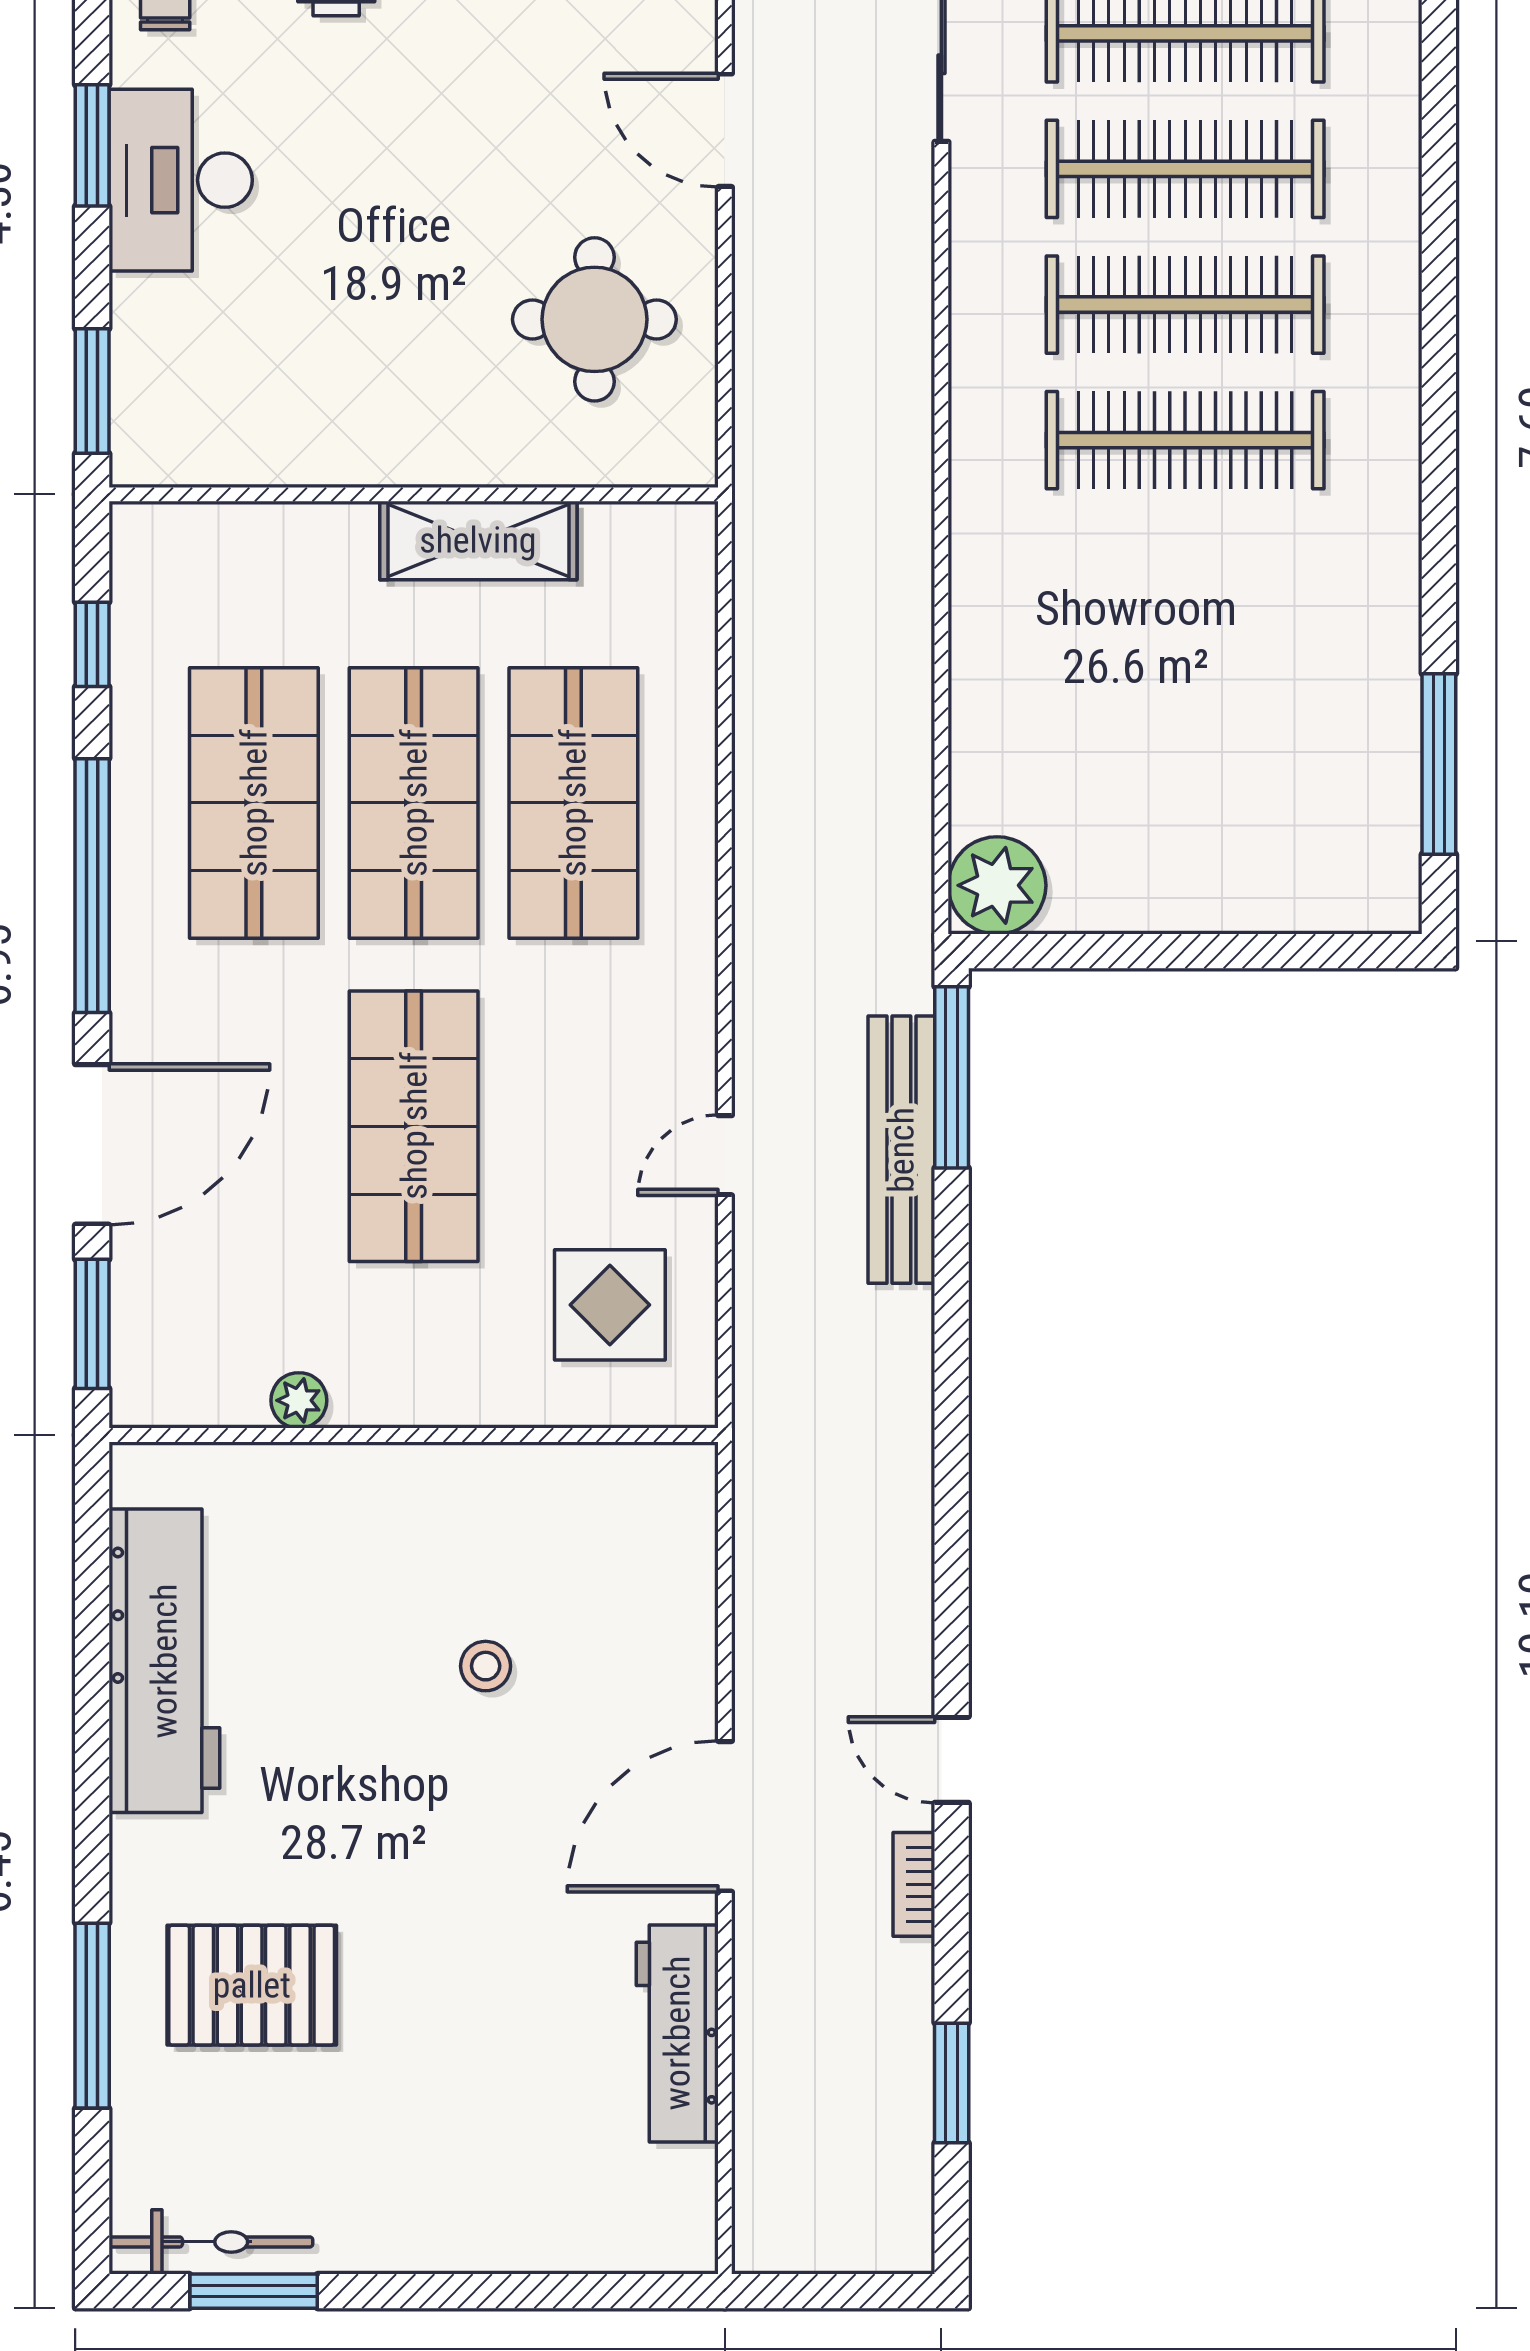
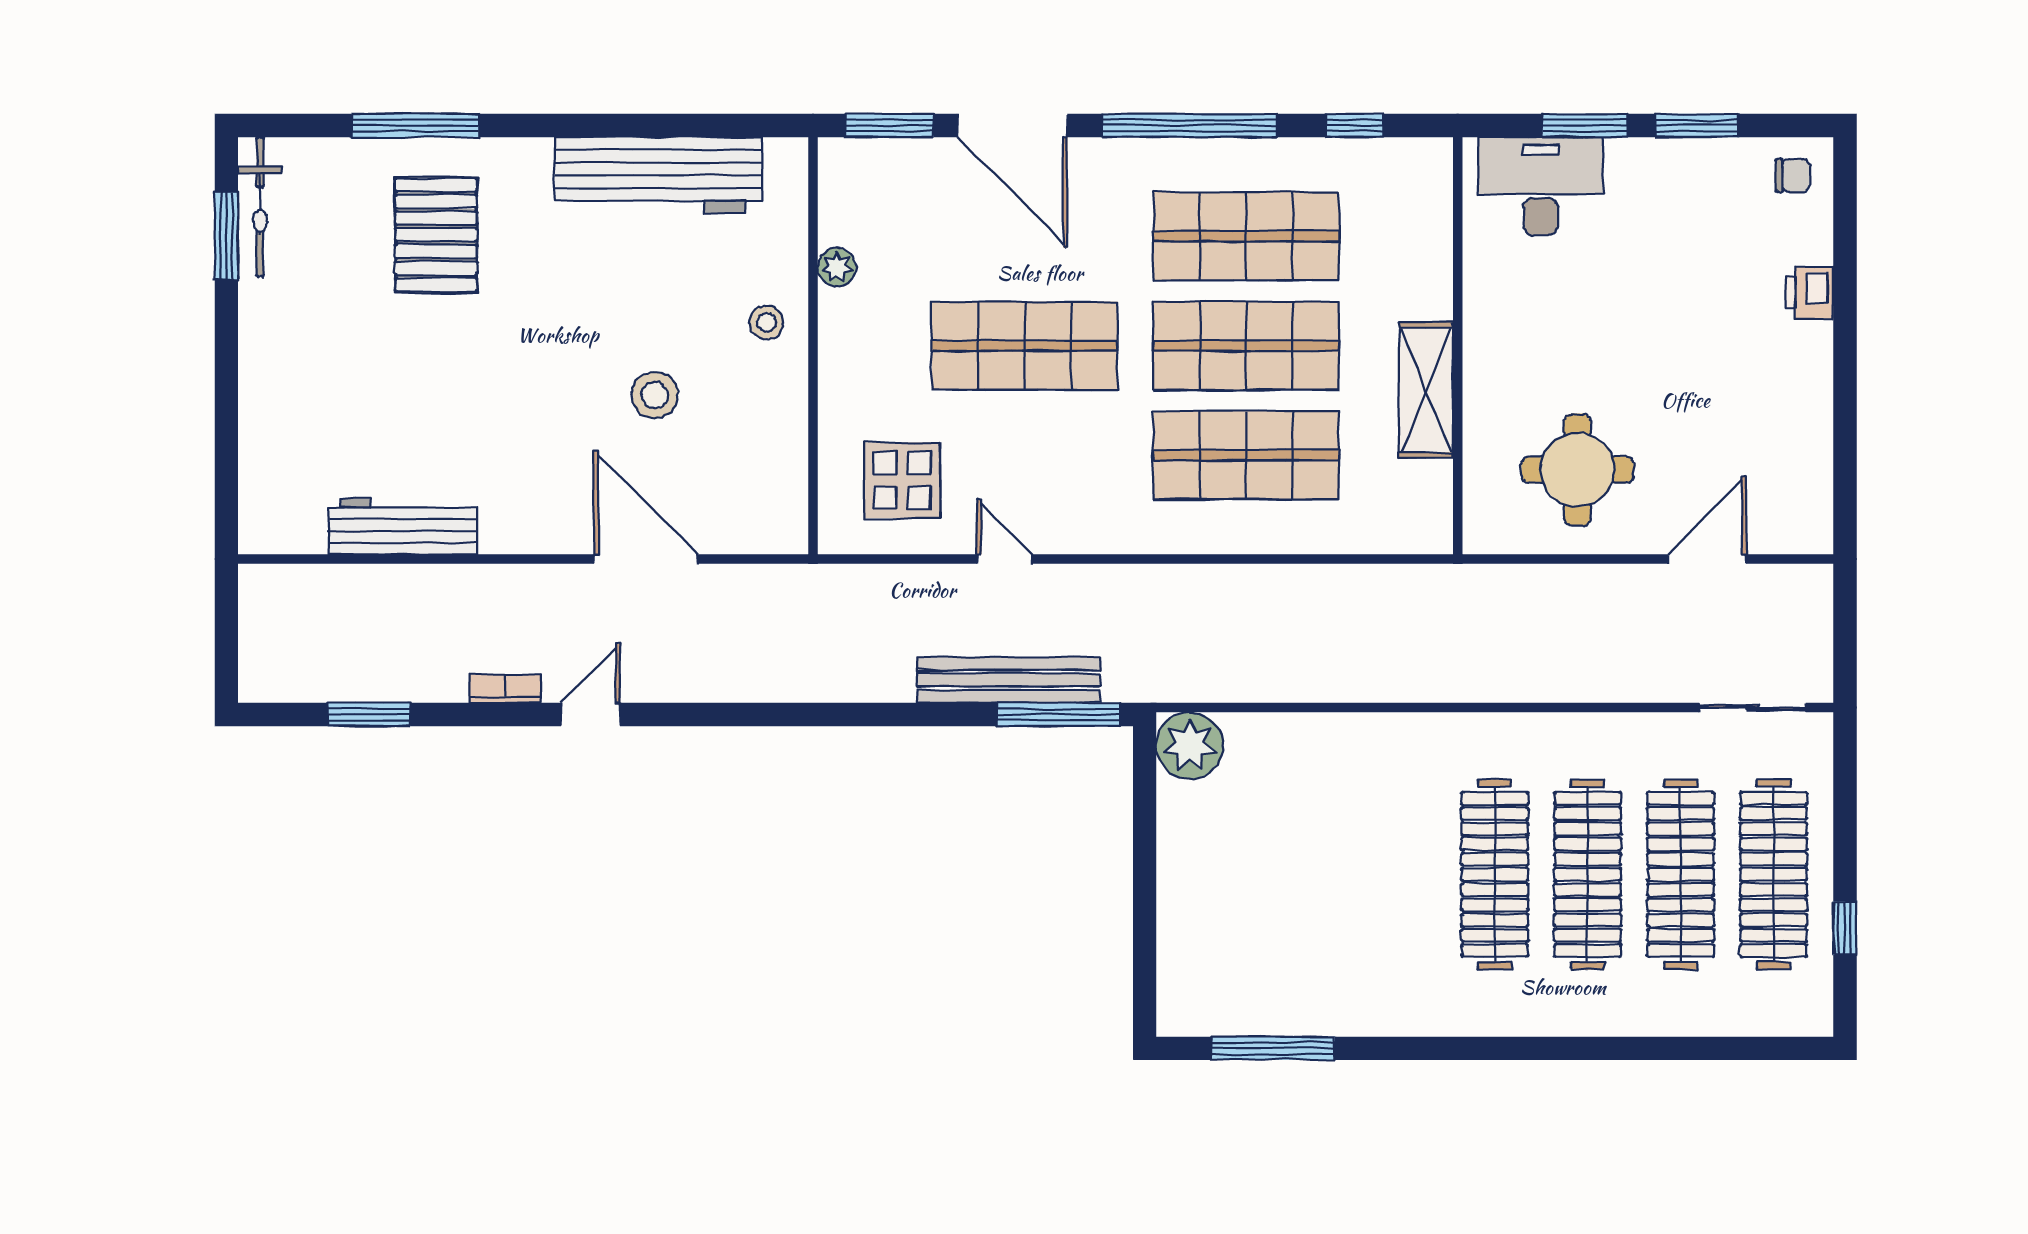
desk: (181, 180) -> (1541, 186), moved
window: (92, 391) -> (1585, 125), moved
stool: (380, 1503) -> (766, 323), added
stool: (486, 1666) -> (655, 395), width x1.37, depth x1.37
door: (725, 1816) -> (646, 559), moved

